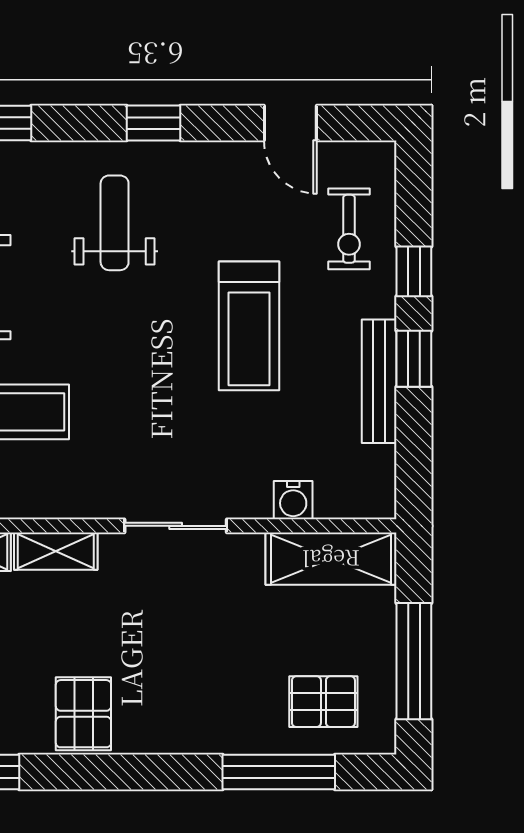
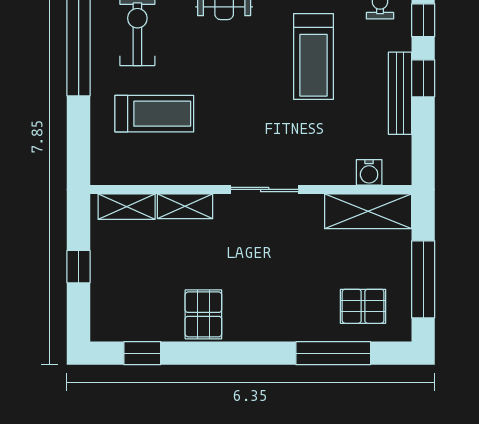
water cooler: (293, 500) -> (369, 172), moved

